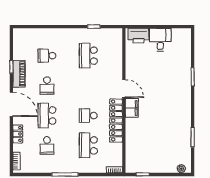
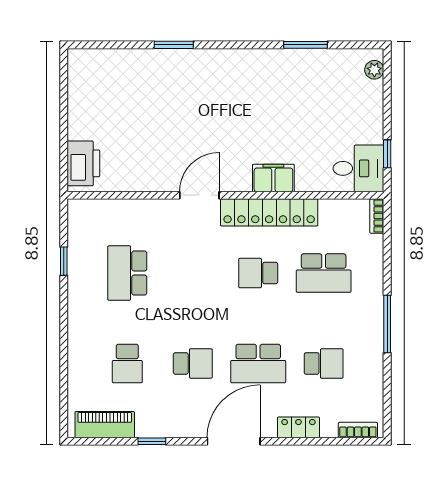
desk: (160, 40) -> (358, 168), moved, turned 180
school desk: (88, 56) -> (127, 273), turned 90
piano: (19, 74) -> (105, 425), moved
filing cabinet: (132, 108) -> (273, 178), moved
school desk: (88, 116) -> (258, 273), turned 90

